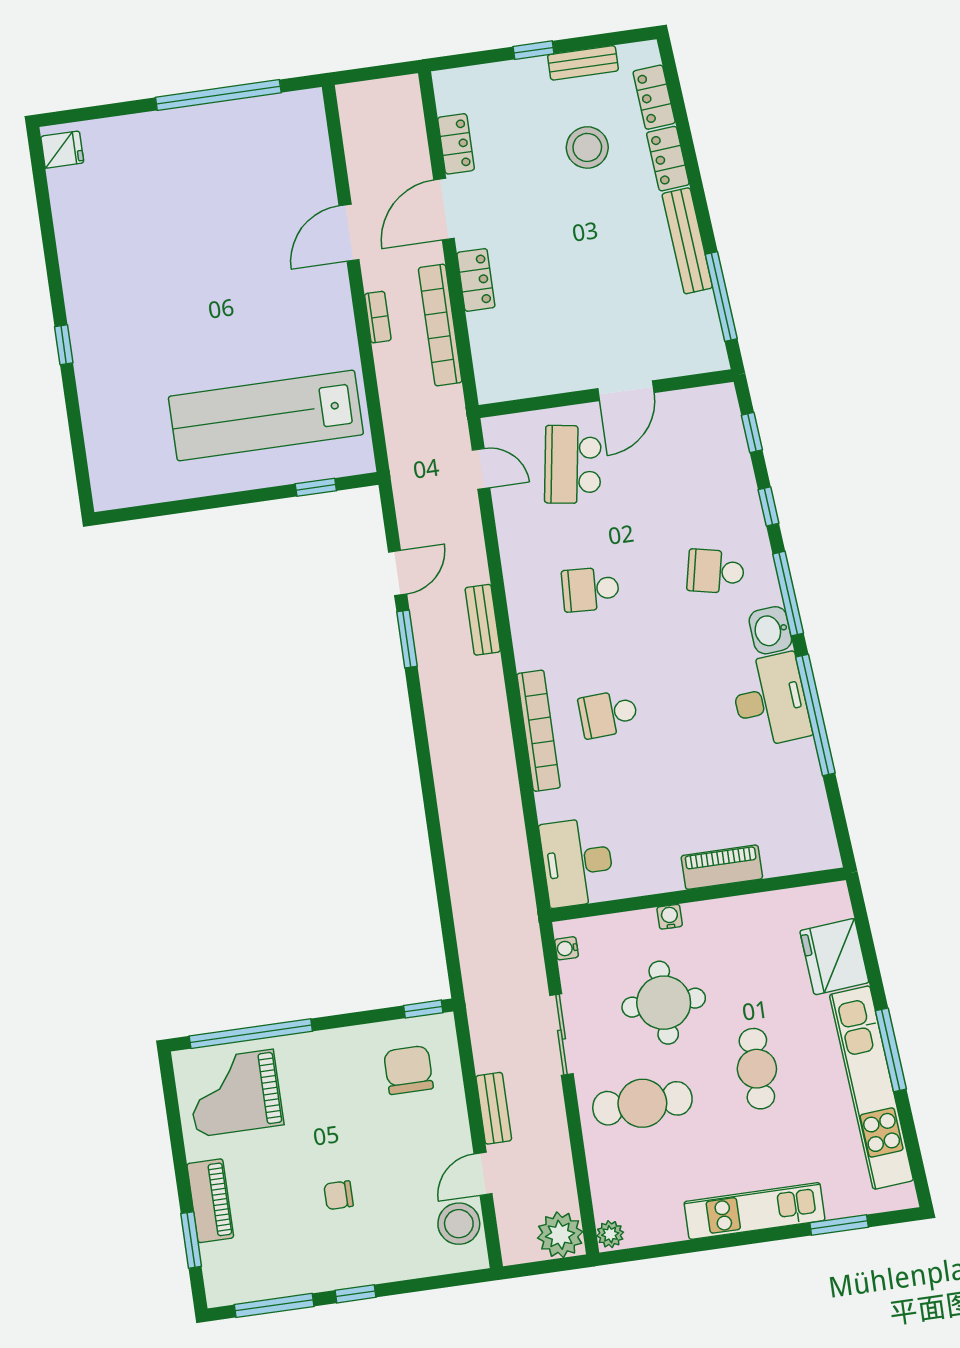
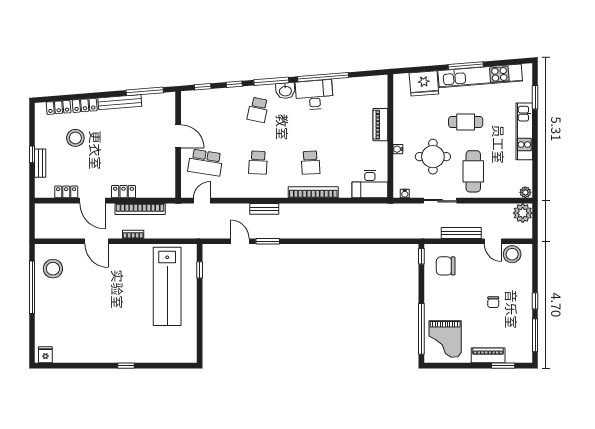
bench: (583, 63) -> (40, 163), moved
stool: (269, 138) -> (53, 269), added
bench: (494, 1108) -> (461, 233), width x1.36

